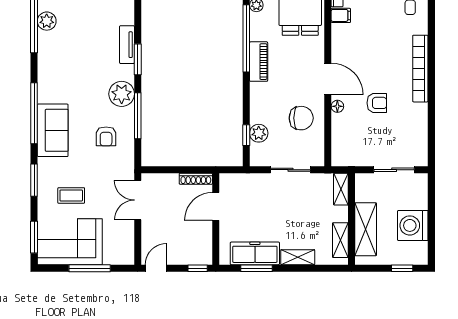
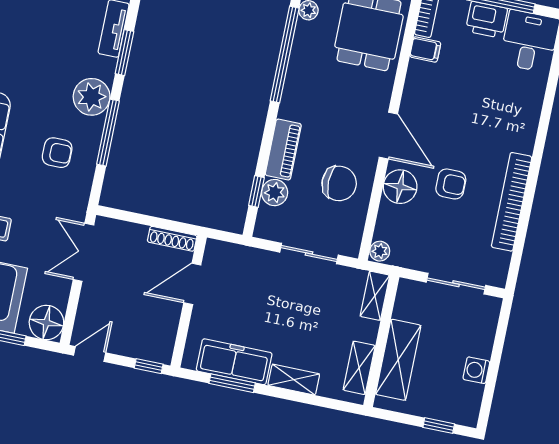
piano: (259, 62) -> (283, 150), moved
bookcase: (420, 69) -> (512, 202), moved
floor lamp: (337, 106) -> (400, 187), width x1.89, depth x1.89
armchair: (106, 136) -> (57, 153), turned -90
plant: (338, 158) -> (380, 251), added
washing machine: (413, 225) -> (476, 370), width x0.53, depth x0.53
floor lamp: (122, 253) -> (46, 323), added

